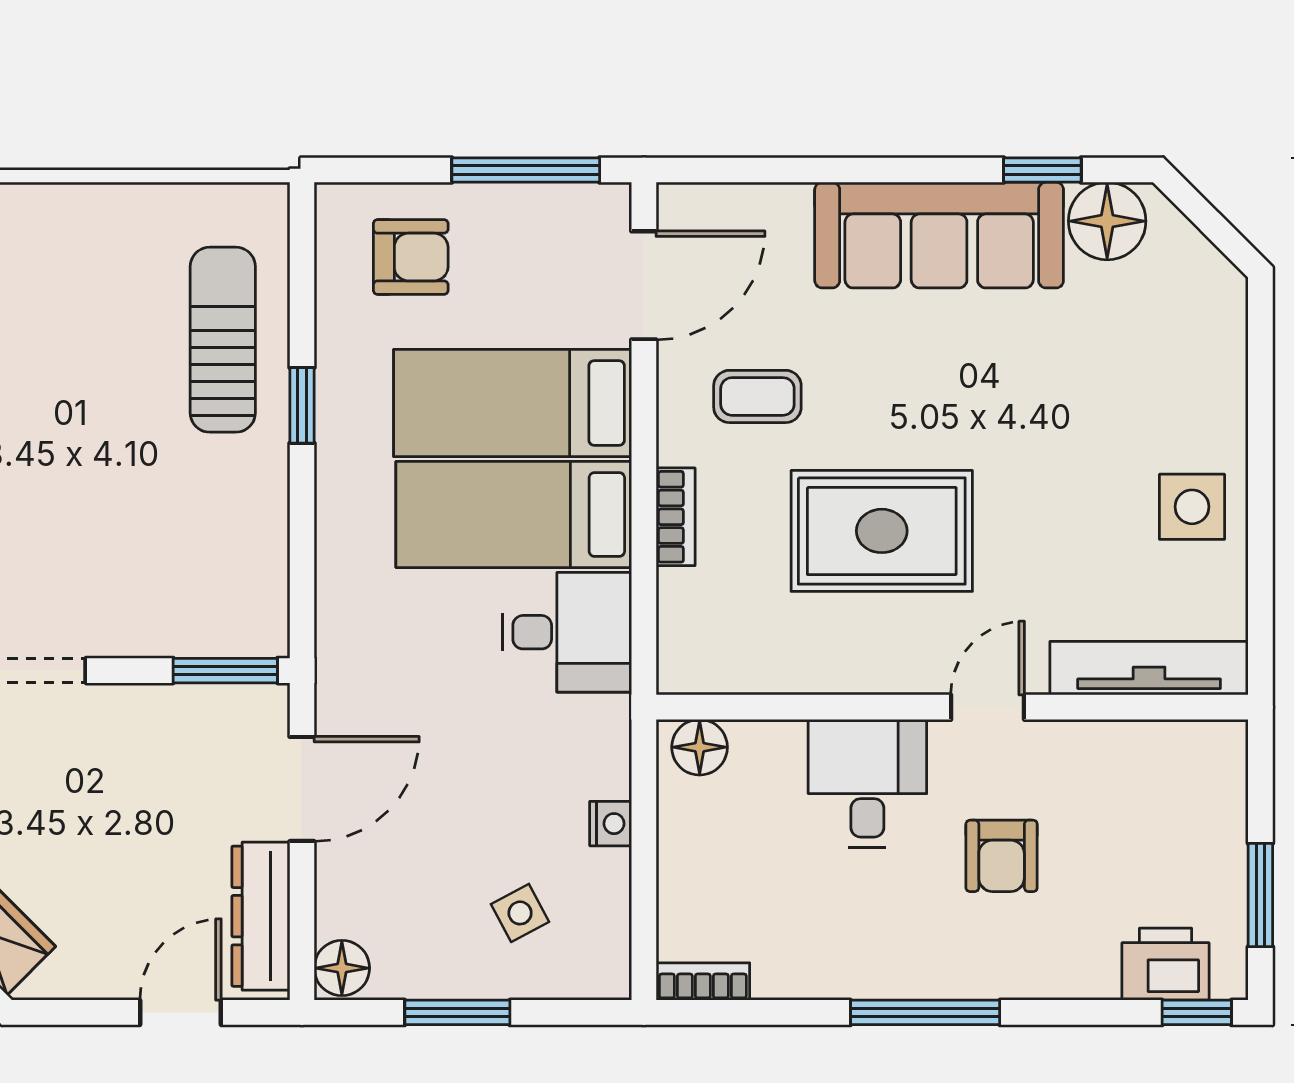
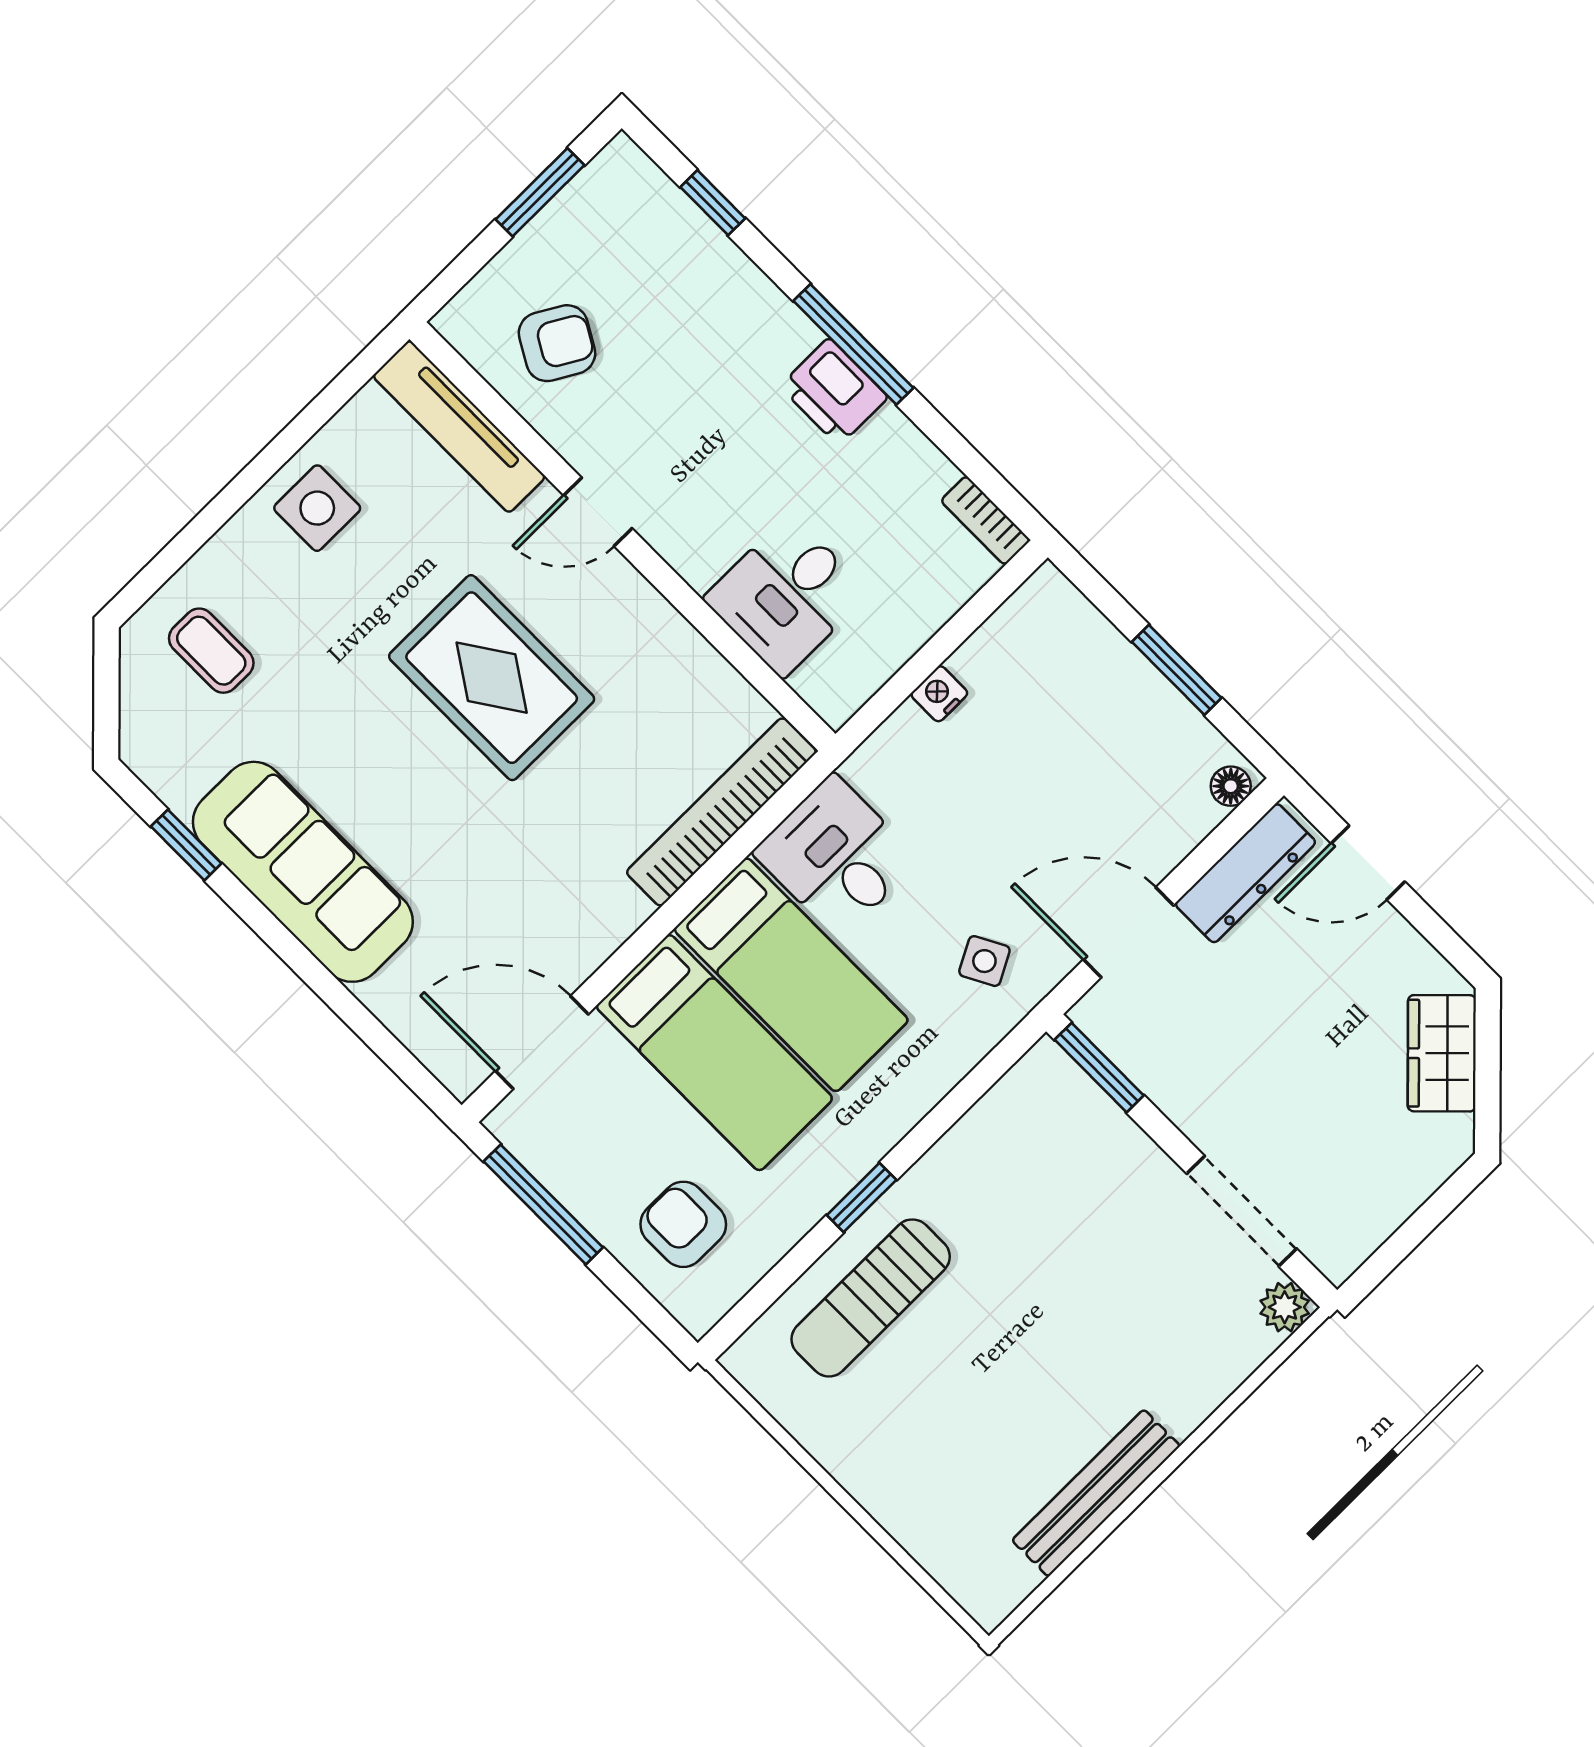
floor lamp: (1107, 221) -> (177, 765), removed
coffee table: (757, 396) -> (211, 651), moved
bookcase: (676, 517) -> (721, 812), width x2.31, depth x1.31
rug: (882, 531) -> (492, 678), moved
floor lamp: (700, 747) -> (825, 685), removed
desk: (867, 783) -> (786, 596), moved
armchair: (1002, 856) -> (557, 343), moved, turned 30
side table: (520, 913) -> (984, 961), moved
printer: (1166, 964) -> (834, 392), moved
floor lamp: (342, 968) -> (1231, 786), width x0.73, depth x0.73
window: (1197, 1012) -> (713, 203), moved

